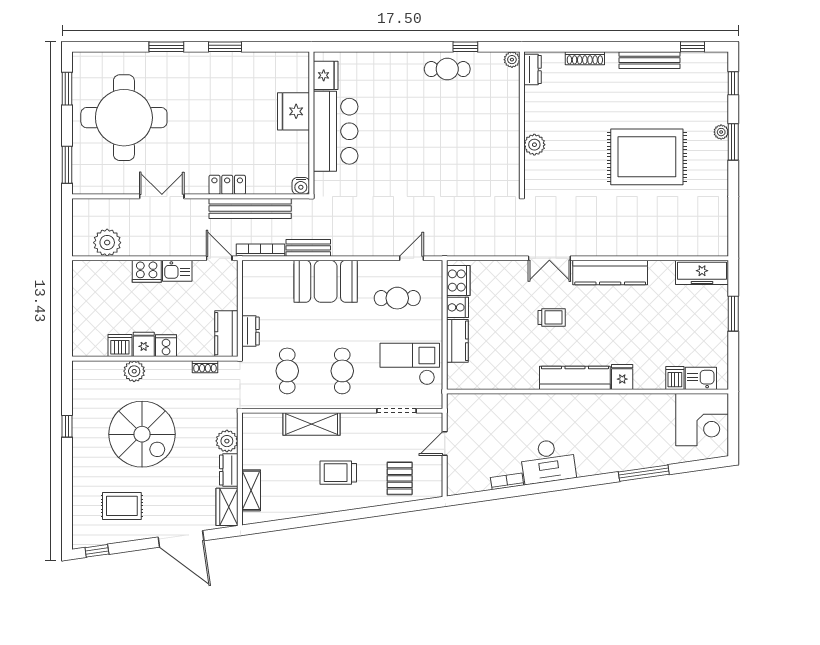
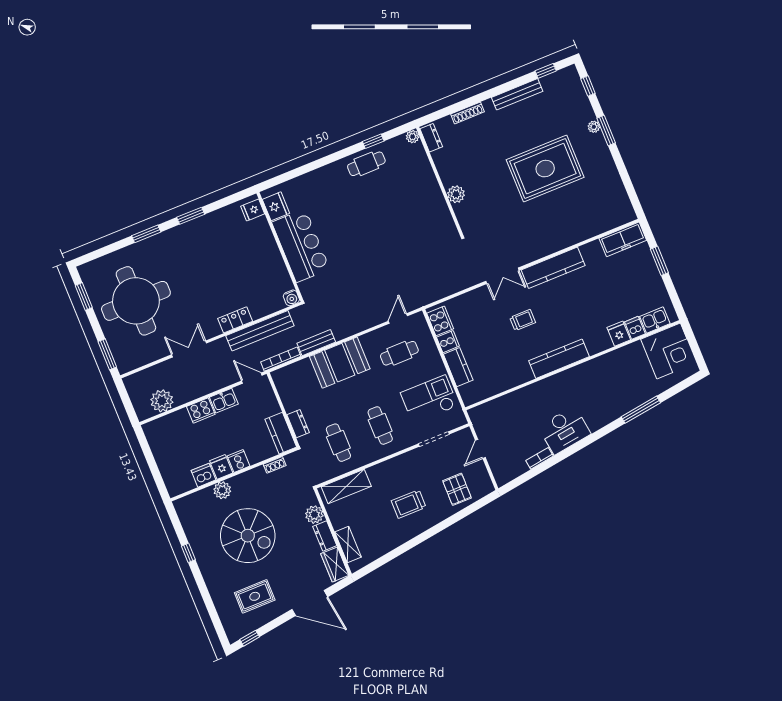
fridge: (294, 111) -> (253, 210), moved, width x0.53, depth x0.75
fridge: (622, 377) -> (619, 334), moved
shelving: (312, 424) -> (346, 486), moved

